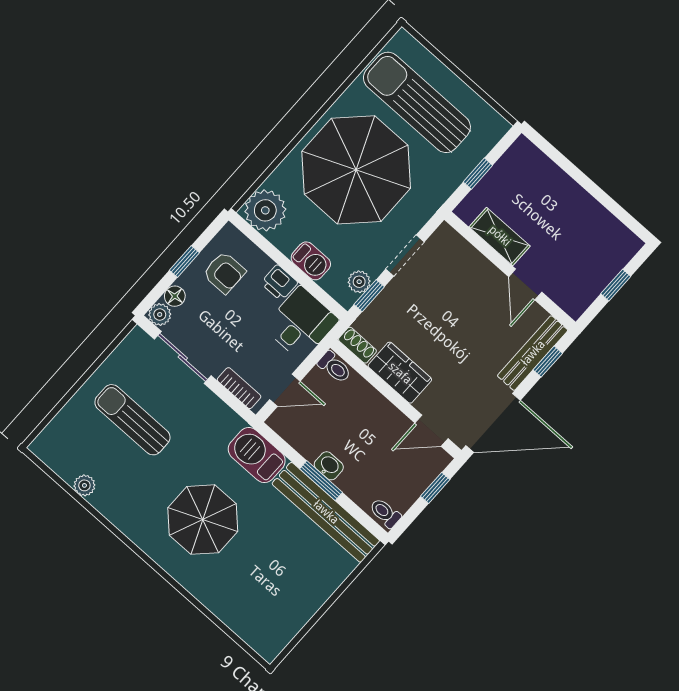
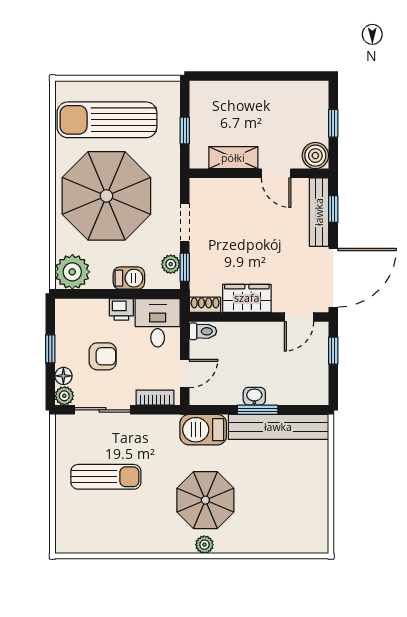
armchair: (224, 273) -> (103, 356), moved
boiler: (574, 300) -> (315, 156), added
sun lounger: (132, 420) -> (106, 477), turned 180
plant: (84, 485) -> (204, 545), moved
toilet: (385, 513) -> (316, 394), removed

